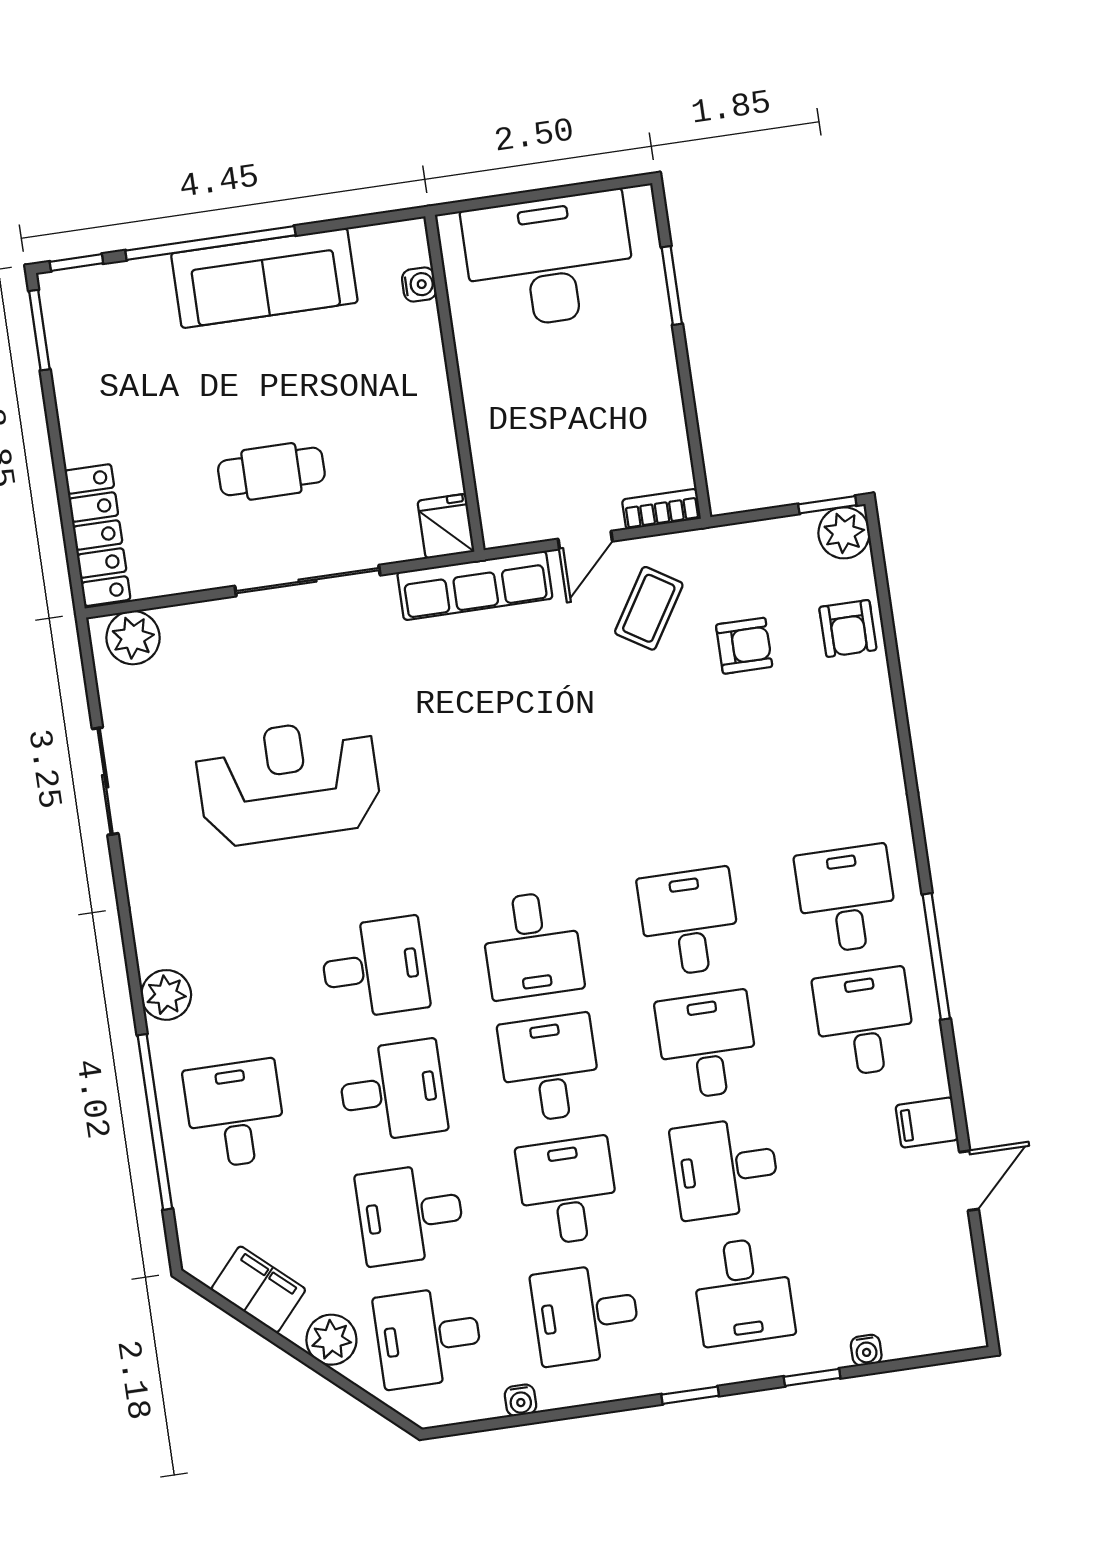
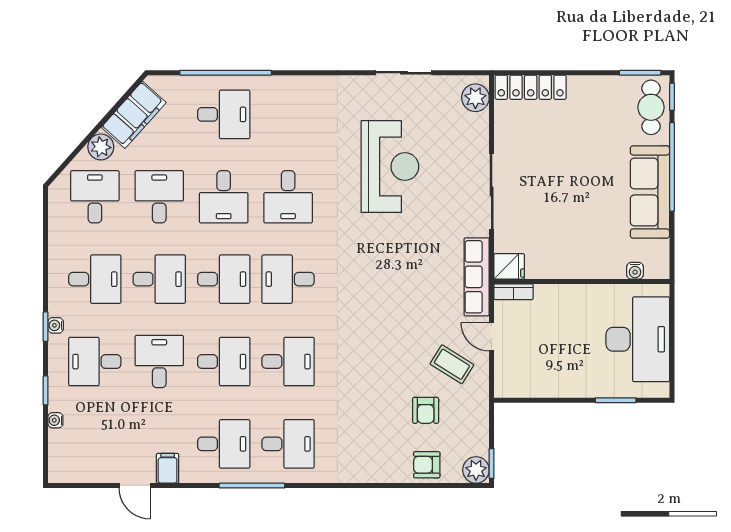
cafe table: (271, 471) -> (651, 107), moved
bookcase: (661, 509) -> (514, 292), moved, turned 90
plant: (166, 995) -> (290, 88), removed
filing cabinet: (258, 1289) -> (134, 115), width x1.50, depth x1.17
desk: (586, 1314) -> (95, 279), turned 90
water cooler: (520, 1400) -> (56, 325), moved

